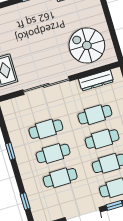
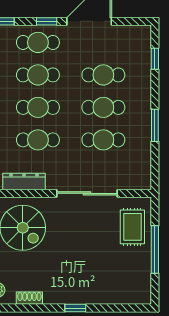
window: (10, 151) -> (155, 125), width x1.50

